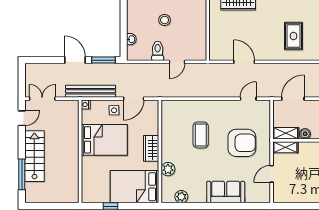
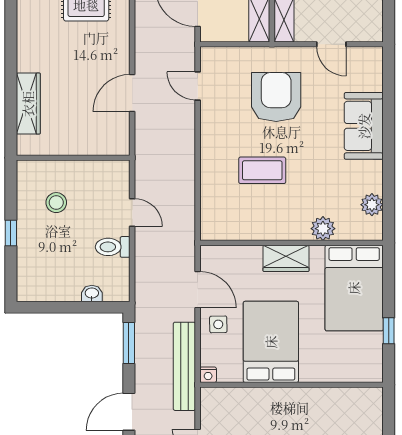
stool: (165, 20) -> (56, 203), moved
door: (75, 60) -> (129, 412), moved

